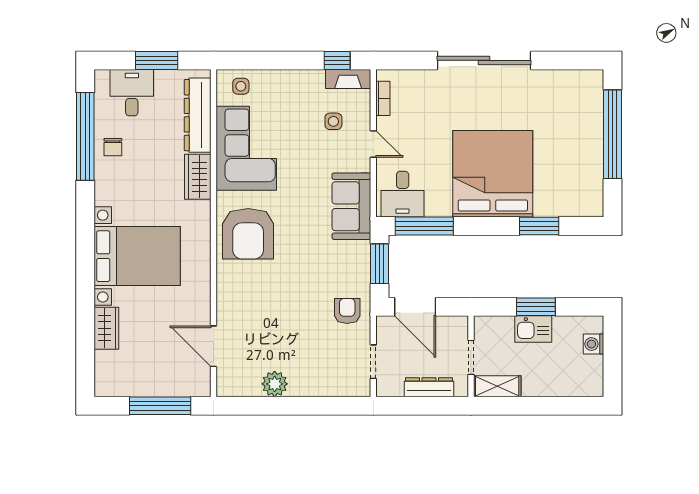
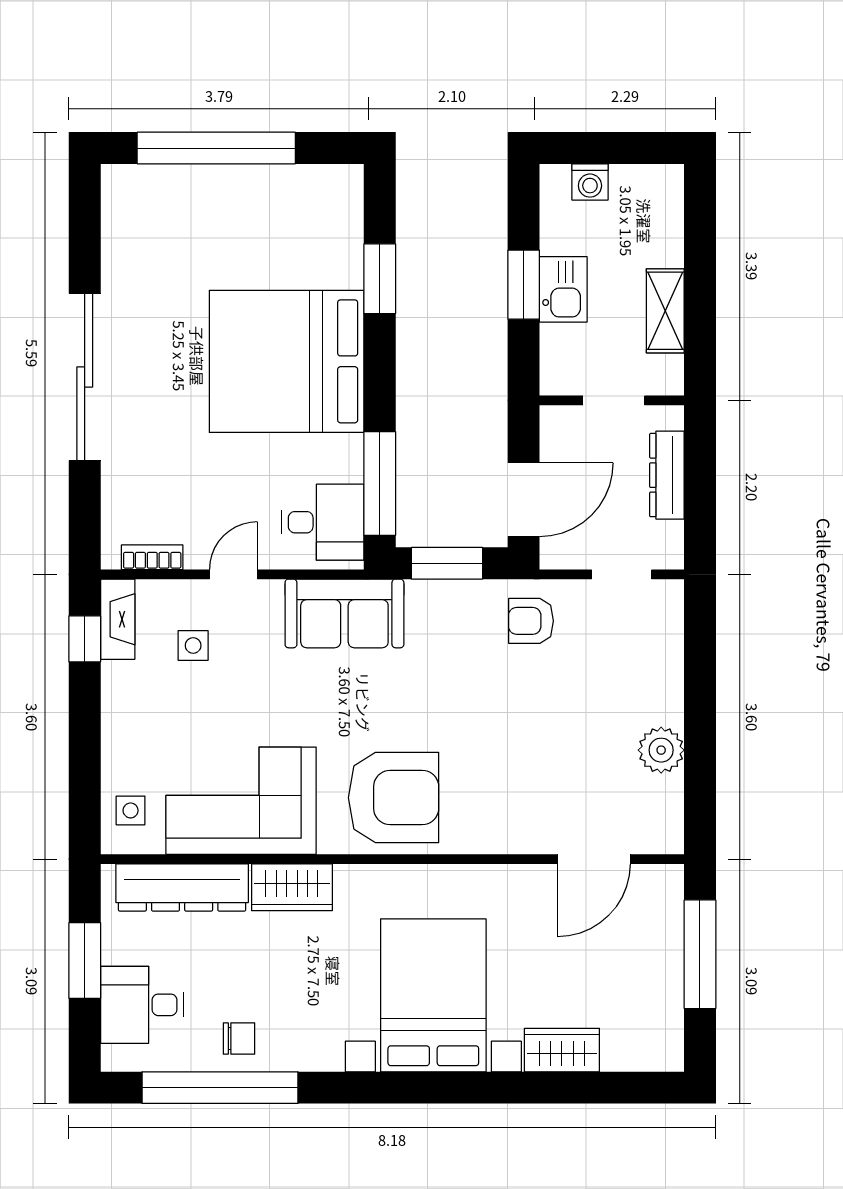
shelving: (497, 386) -> (665, 311), moved

